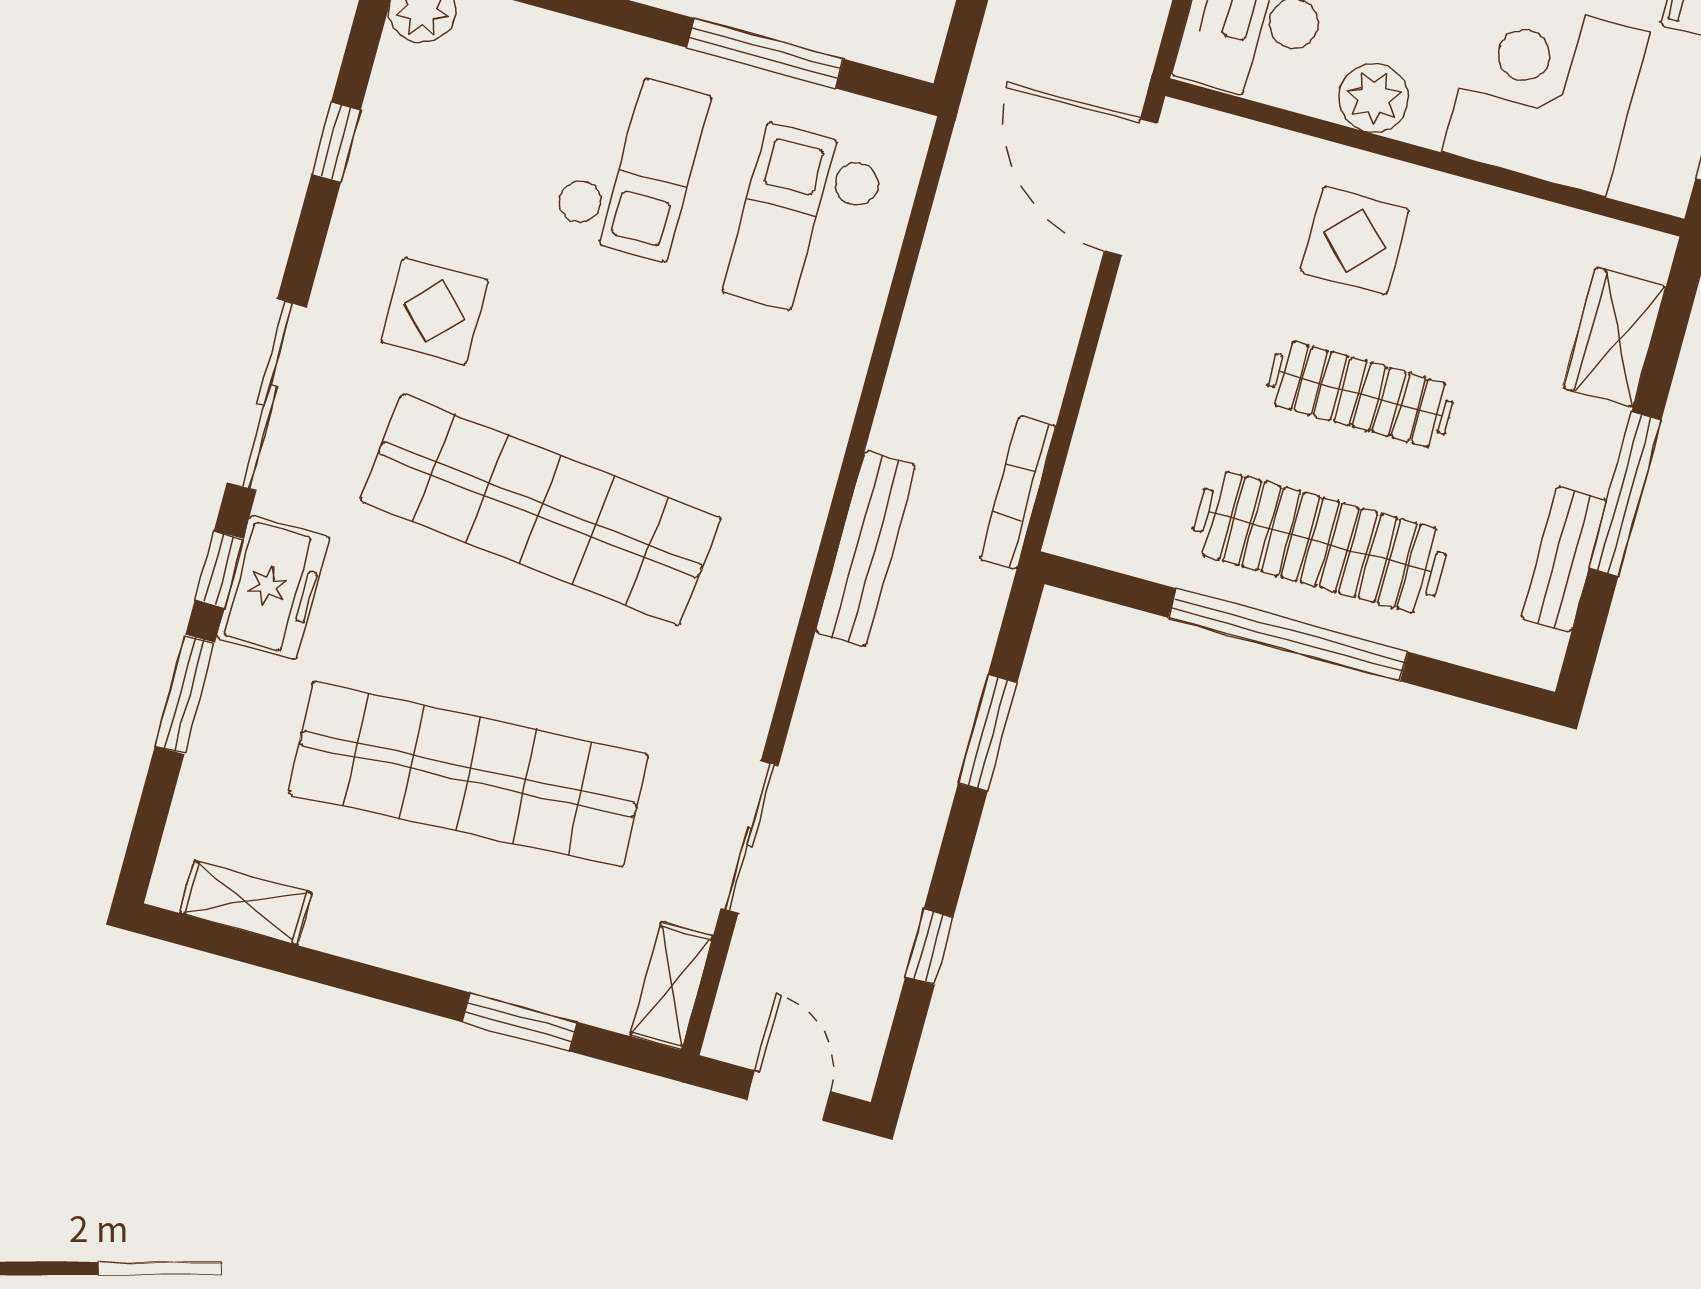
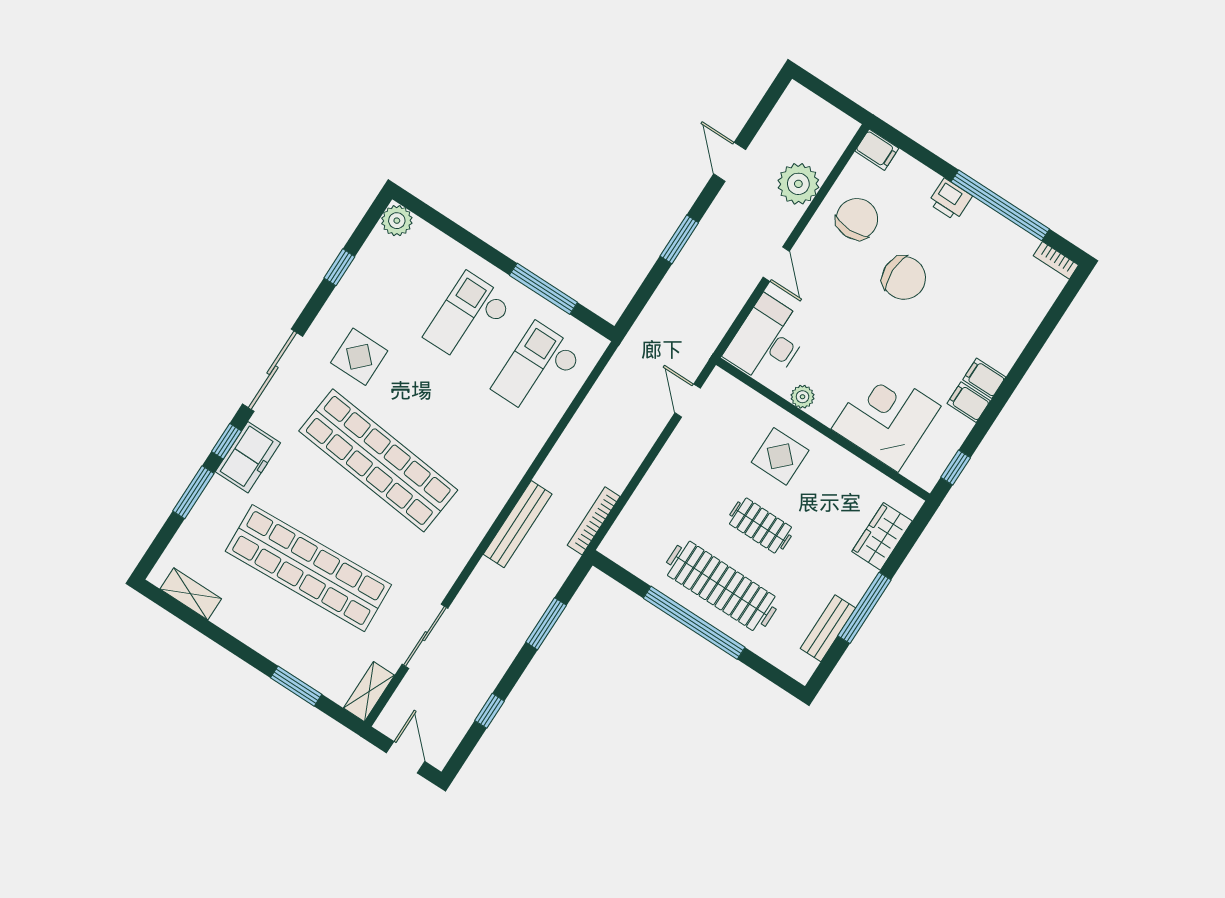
plant: (1374, 98) -> (803, 397), width x0.73, depth x0.73
checkout: (631, 164) -> (468, 319), turned 180
door: (1131, 187) -> (688, 401), width x0.53
clothes rail: (1360, 394) -> (760, 526), width x0.73

